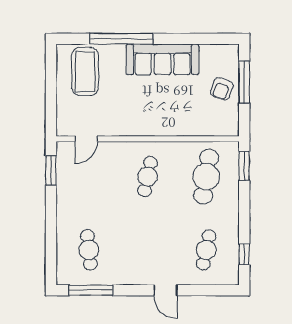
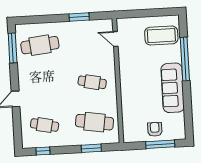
armchair: (222, 89) -> (155, 129), turned 70
window: (244, 166) -> (91, 148), moved
window: (51, 170) -> (79, 17), moved
cafe table: (89, 250) -> (40, 45), width x1.37, depth x1.35

